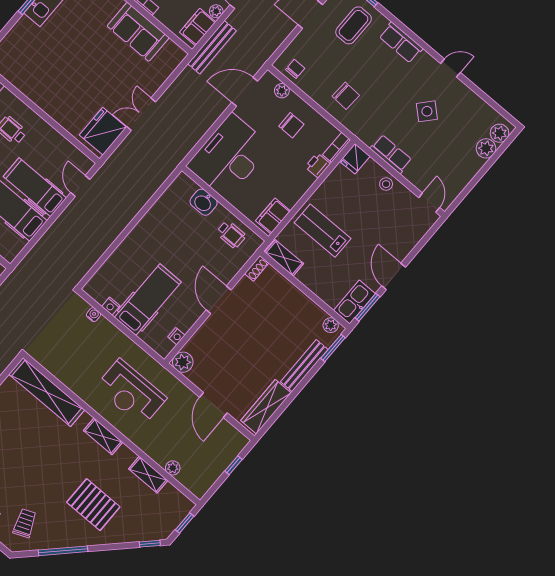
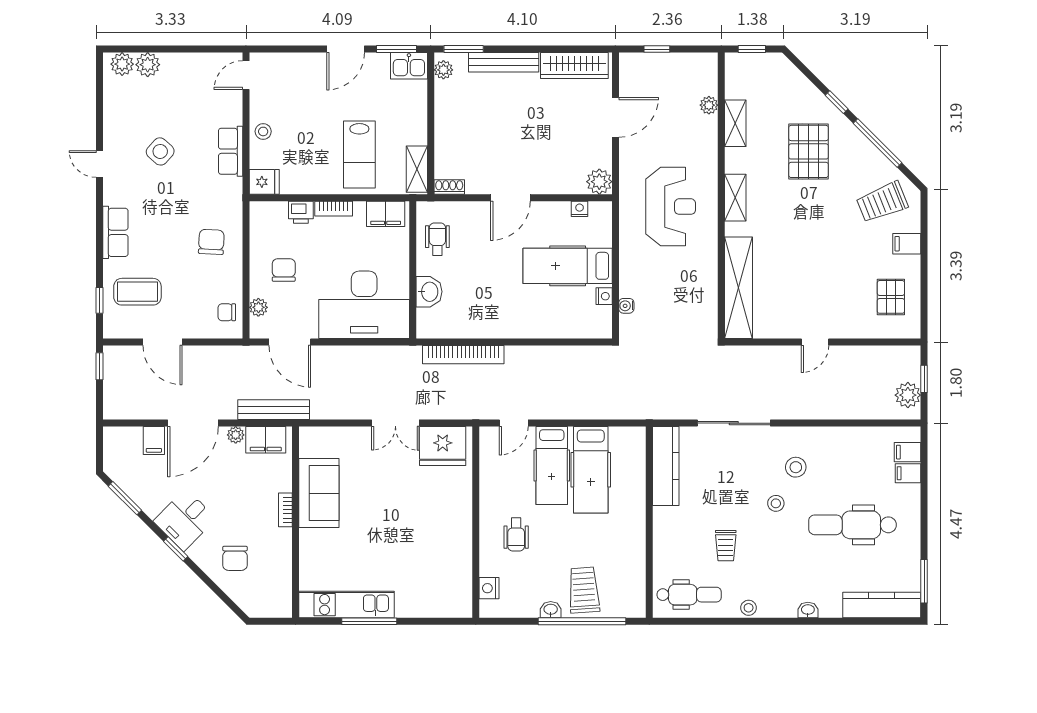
bookcase: (337, 147) -> (334, 209), moved
bookcase: (148, 191) -> (463, 355), added
kitchen sink: (354, 302) -> (409, 66), width x0.73
trolley: (25, 523) -> (882, 202), width x1.36, depth x1.39
window: (150, 544) -> (837, 102), moved

